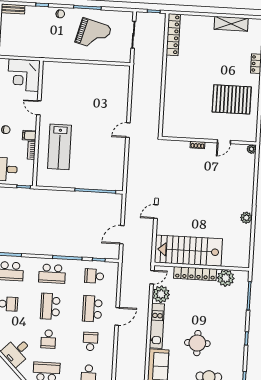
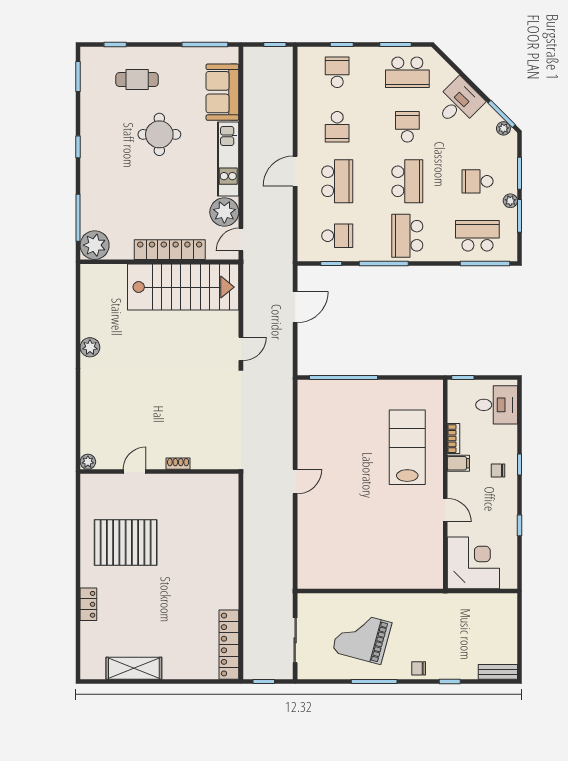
school desk: (52, 274) -> (407, 236), turned -90
plant: (226, 278) -> (95, 245), moved

